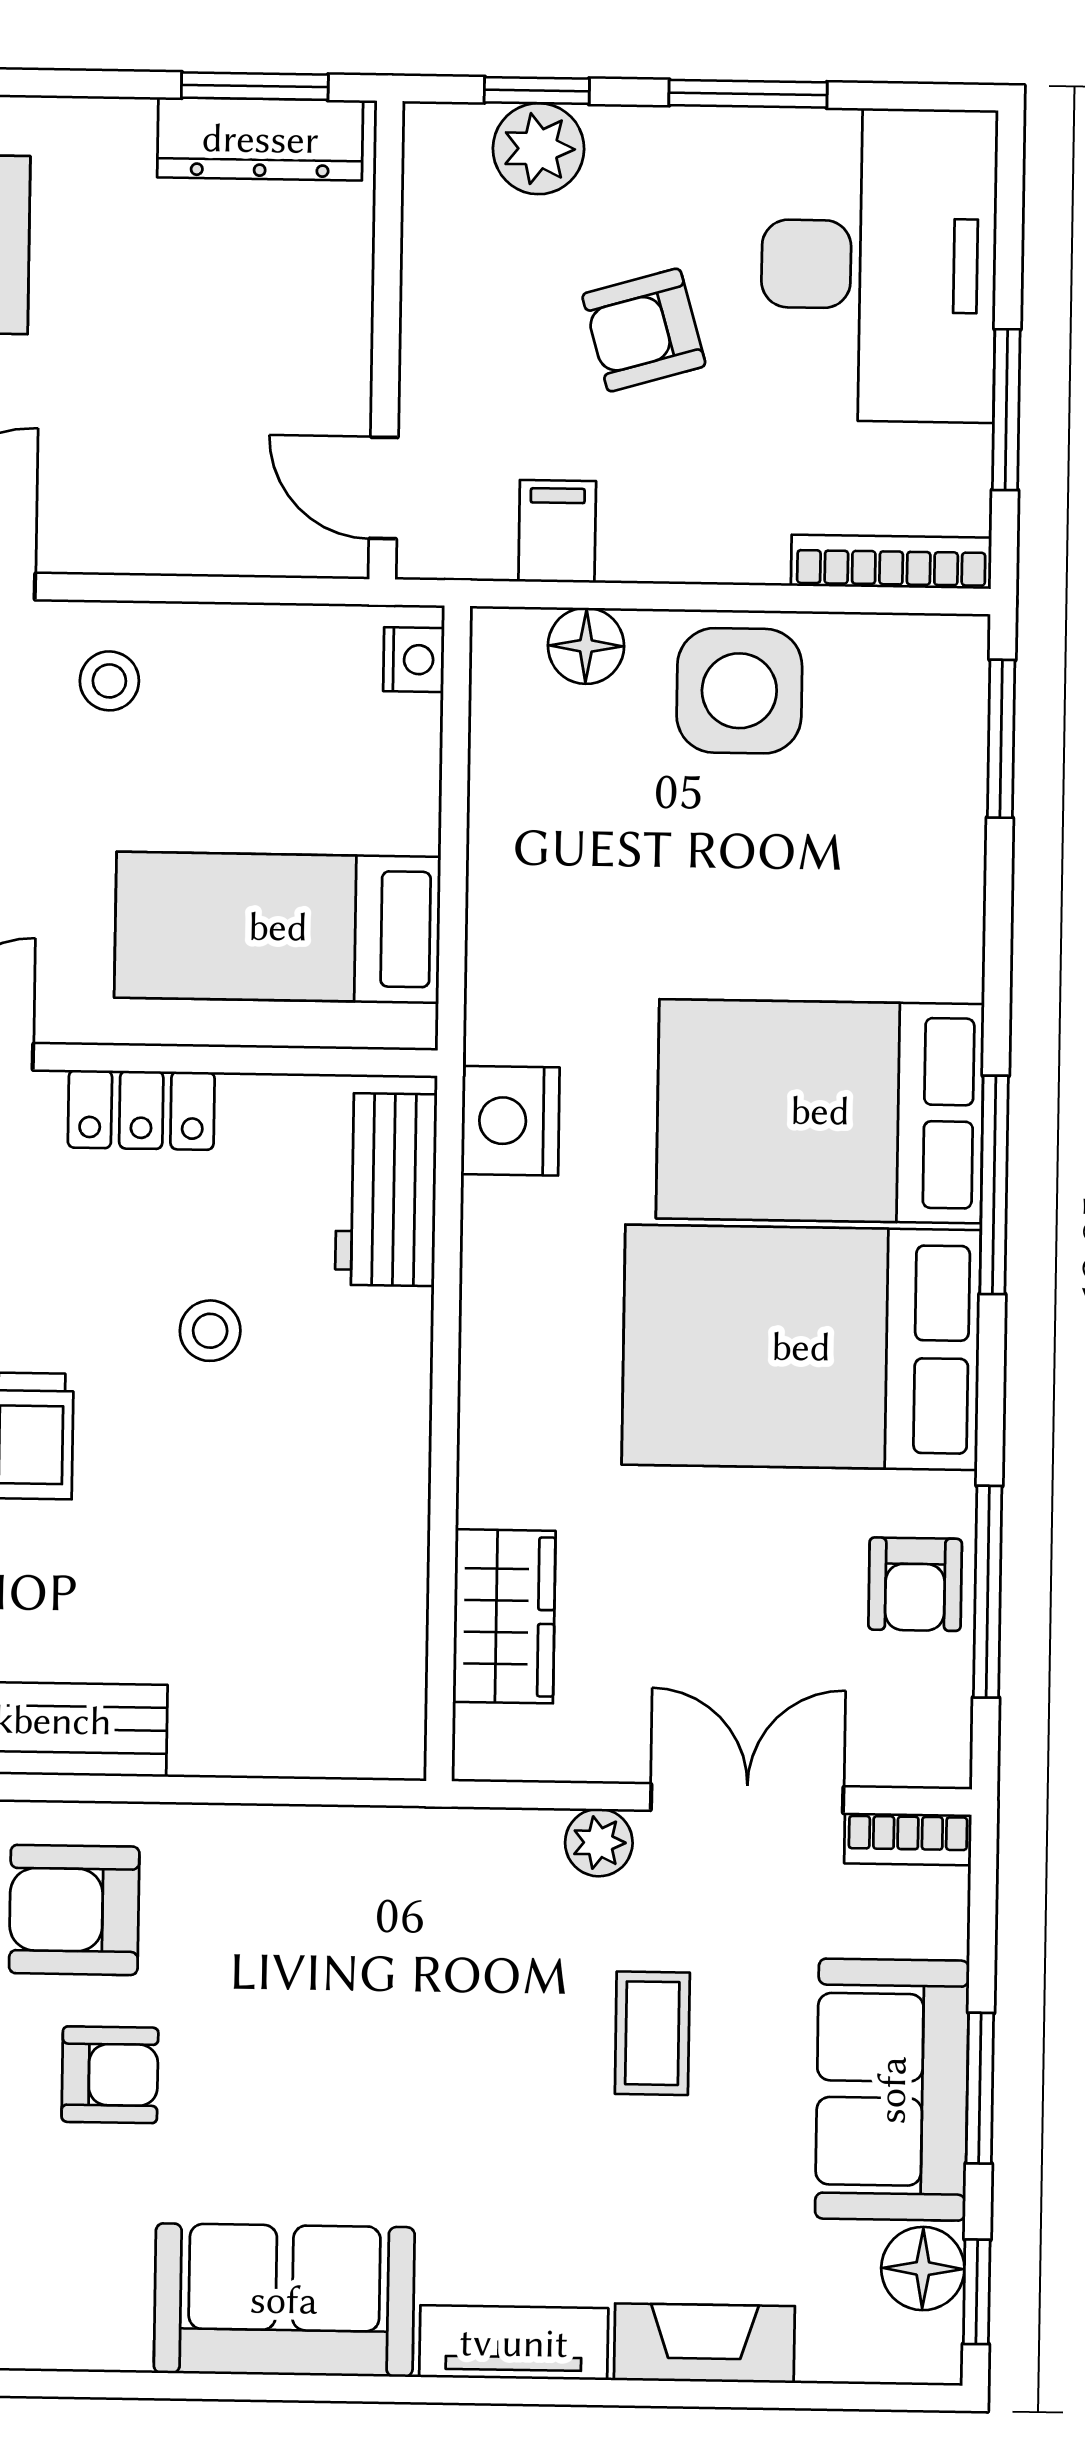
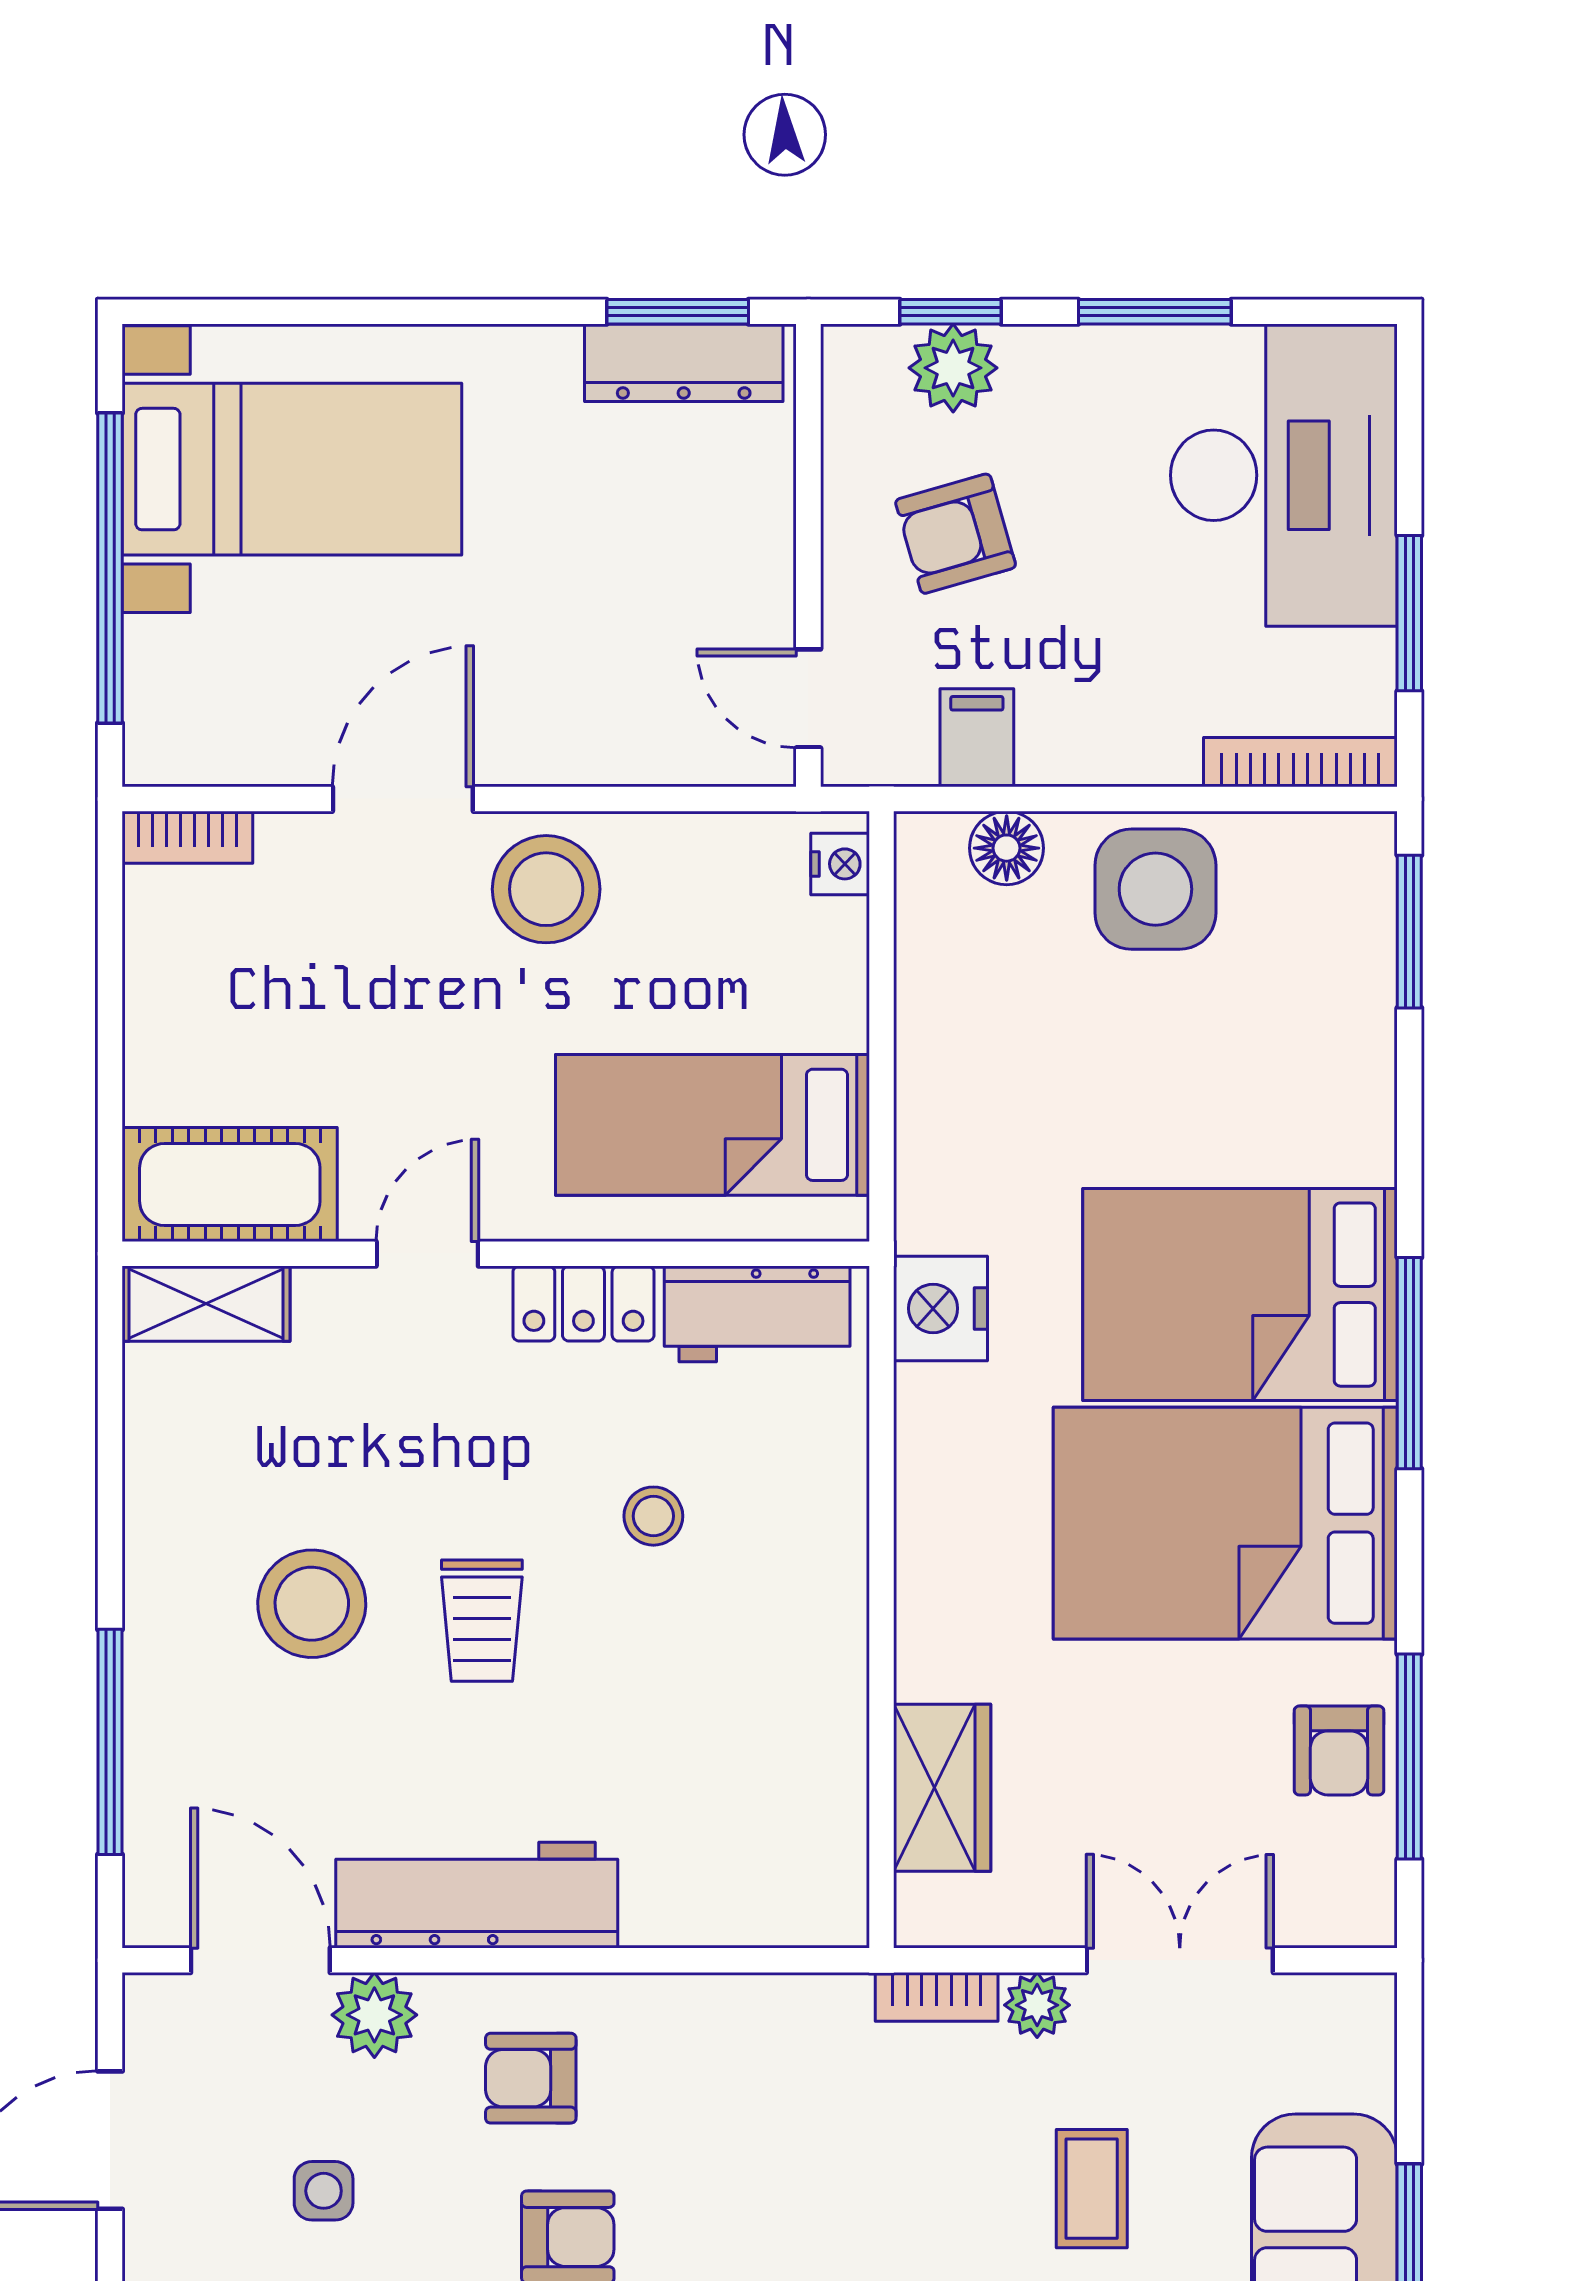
armchair: (644, 330) -> (956, 534), moved
stool: (109, 681) -> (546, 889), width x1.89, depth x1.89
workbench: (386, 1190) -> (757, 1314), moved, turned -90
bookcase: (908, 1839) -> (937, 1997), moved
armchair: (74, 1910) -> (531, 2078), width x0.72, depth x0.72

